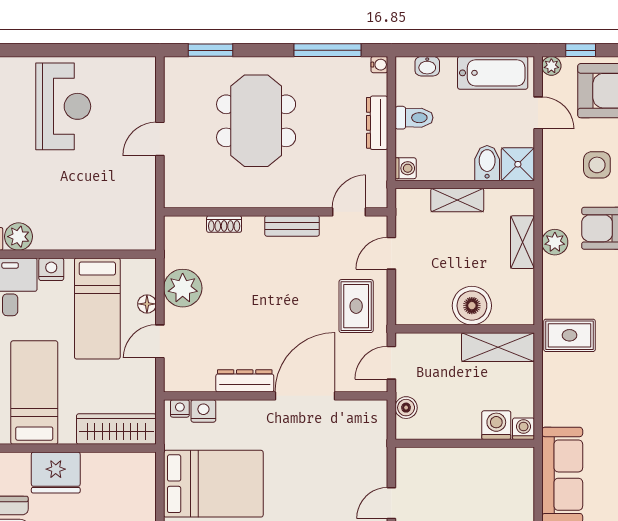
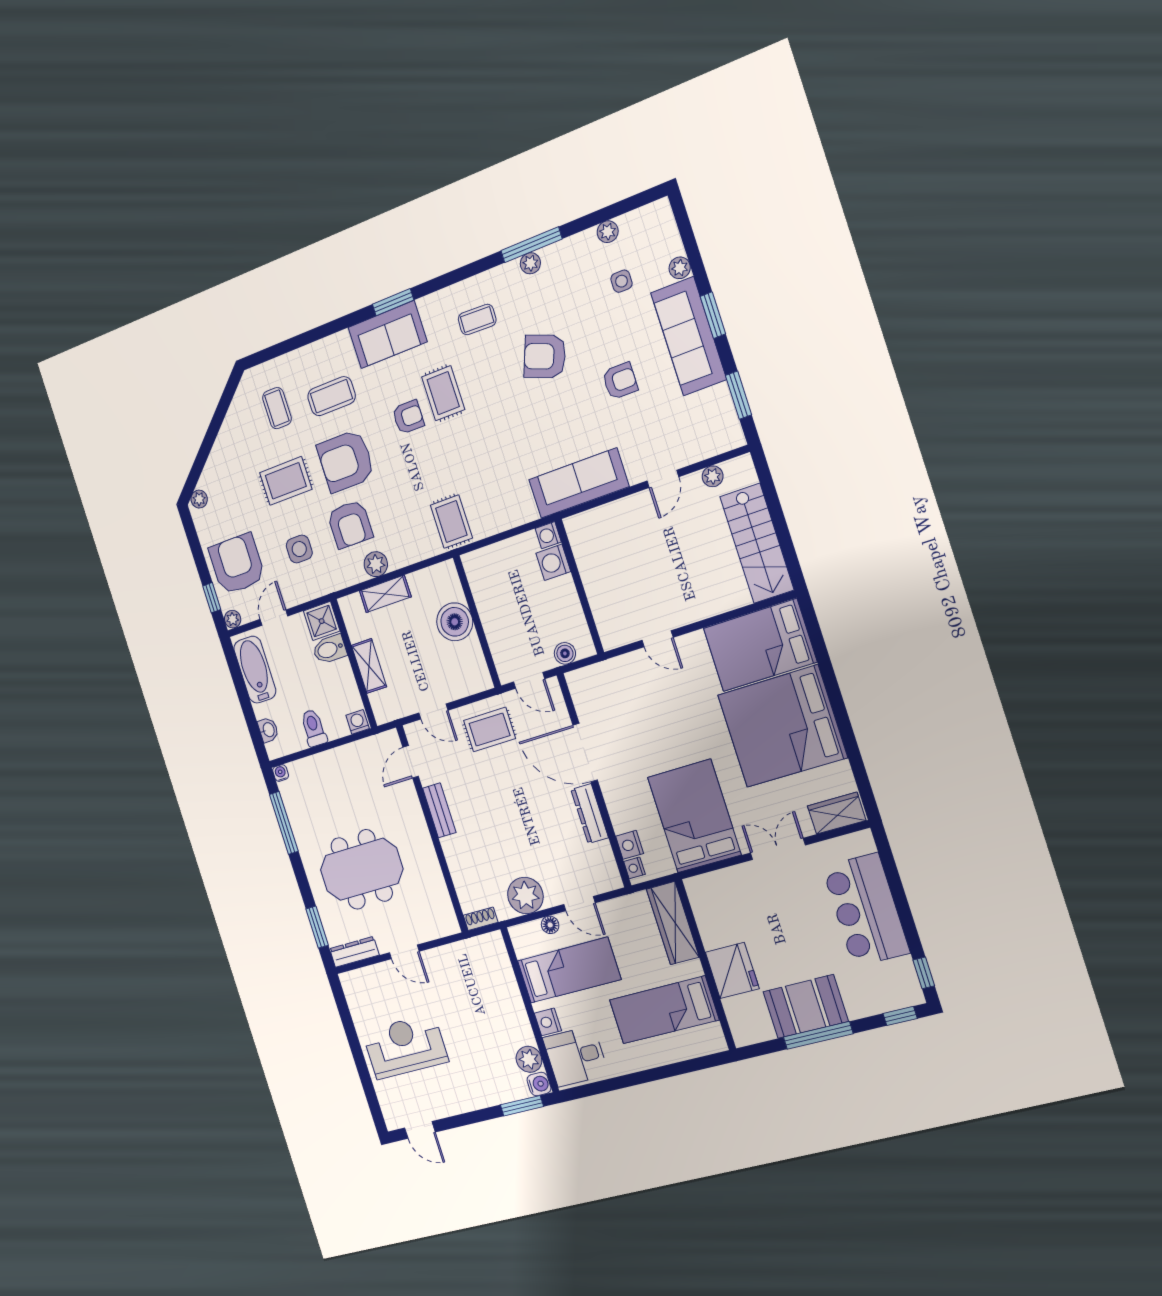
dresser: (377, 123) -> (354, 952), moved, turned 180
door: (349, 212) -> (411, 762), hinge flipped
shoe rack: (224, 224) -> (481, 919), moved, turned -90
shelving: (498, 347) -> (483, 585), removed

